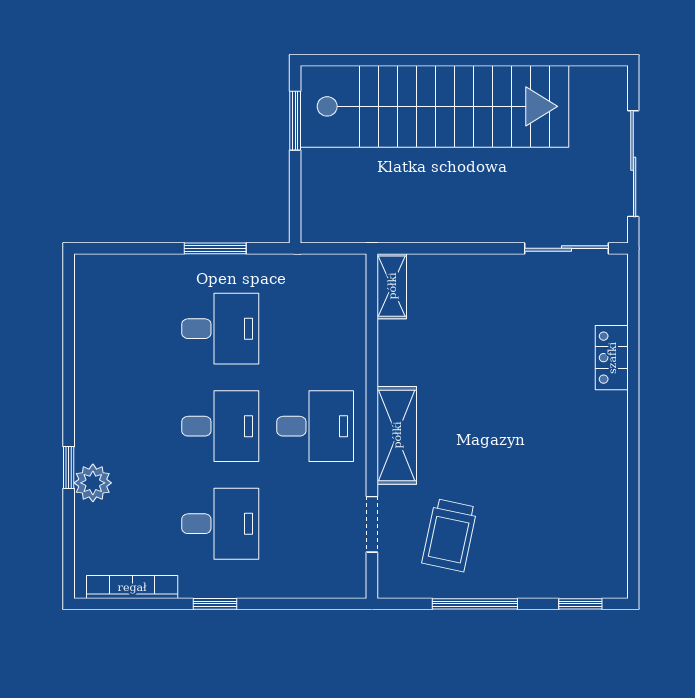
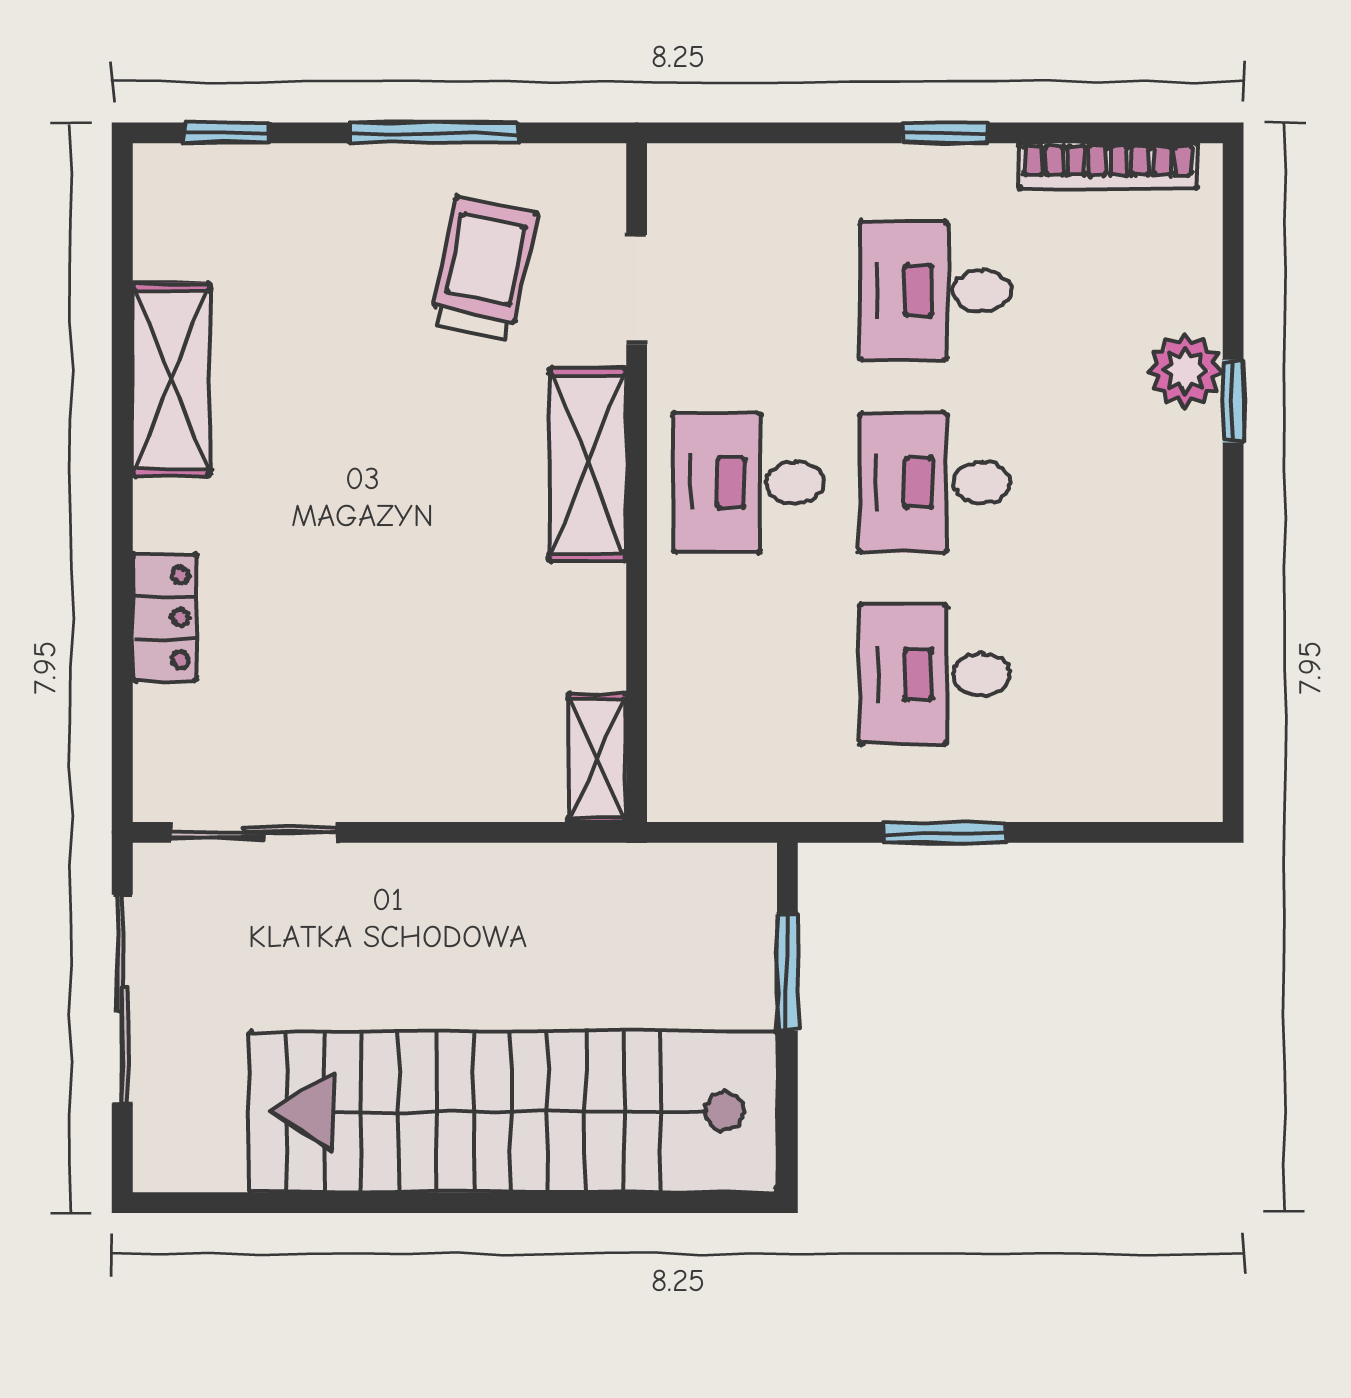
window: (295, 121) -> (787, 973), moved
shelving: (608, 479) -> (171, 379), added

